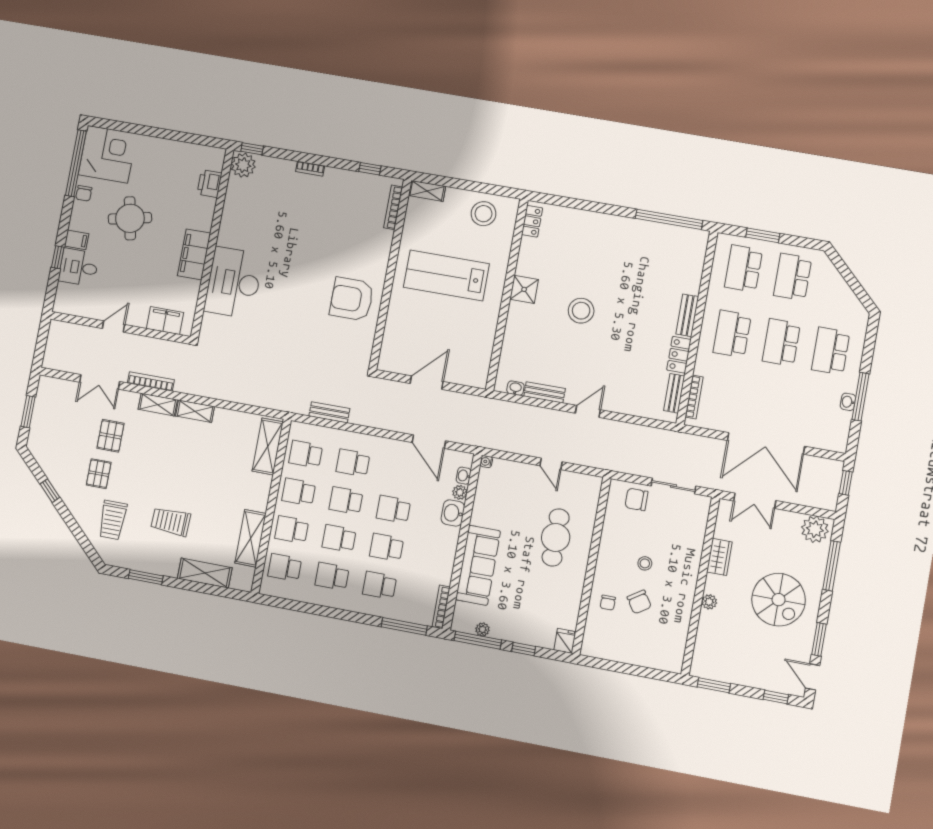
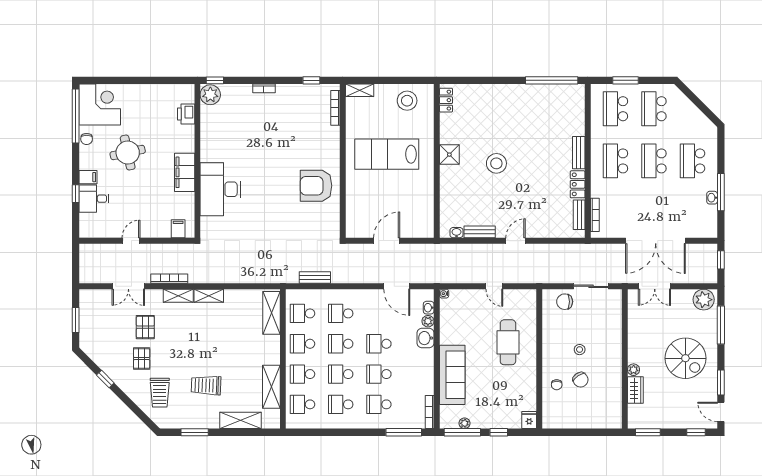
filing cabinet: (165, 321) -> (178, 229), width x0.50
wardrobe: (719, 557) -> (635, 390), moved

